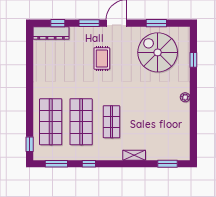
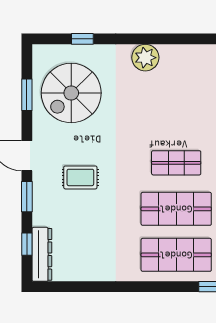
plant: (185, 97) -> (145, 58), width x1.88, depth x1.88

